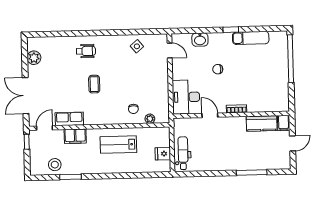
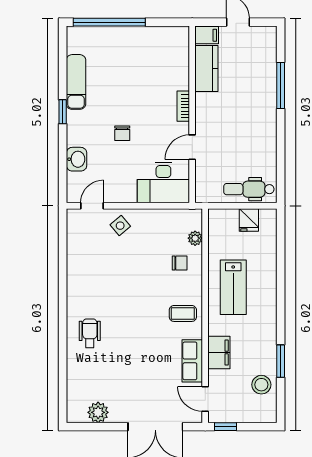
side table: (137, 46) -> (120, 226), moved
coffee table: (94, 84) -> (183, 313), moved

